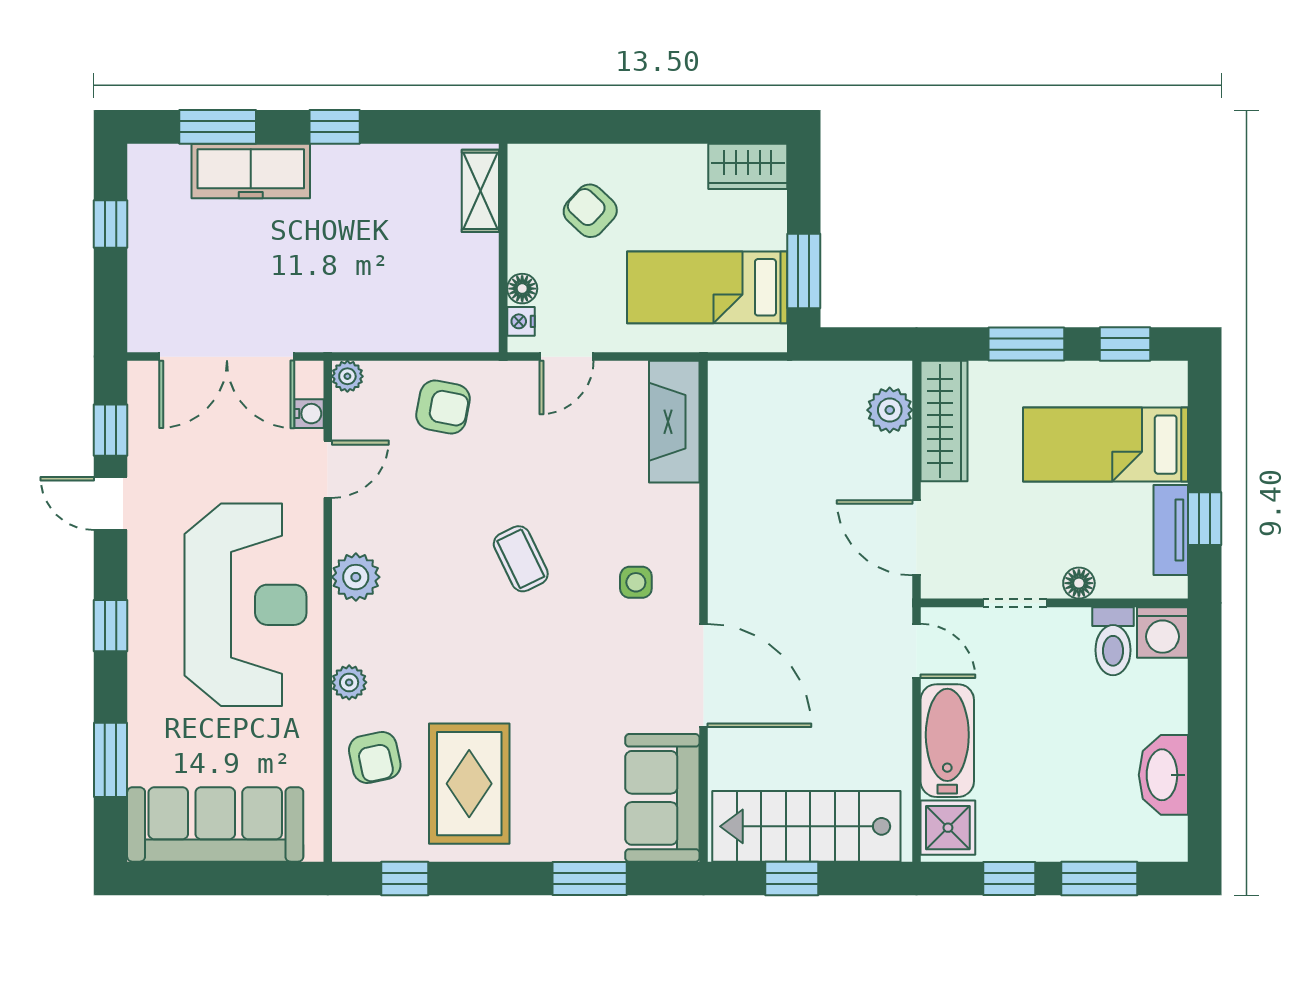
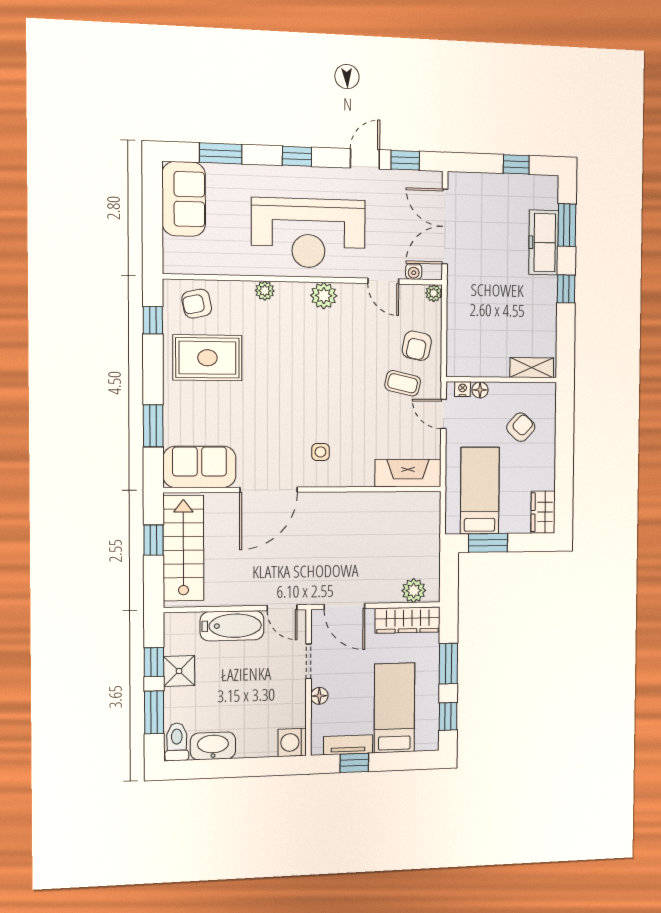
door: (916, 538) -> (344, 606), swing flipped
coffee table: (521, 559) -> (403, 383), moved, turned 39
toilet: (1113, 641) -> (177, 742), moved, turned 90
door: (916, 651) -> (282, 608), hinge flipped
armchair: (375, 757) -> (197, 304), moved
sofa: (215, 824) -> (184, 199), width x0.73
shower: (948, 828) -> (179, 671), moved

